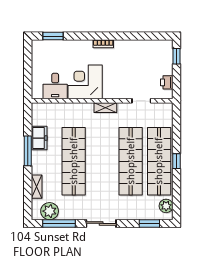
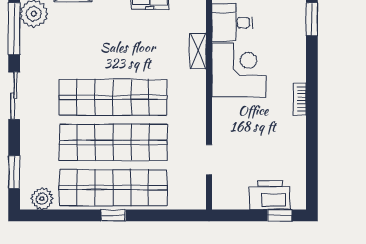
printer: (167, 82) -> (270, 195), moved, width x1.87, depth x1.48
shelving: (105, 108) -> (198, 51), moved
shop shelf: (74, 161) -> (113, 97), moved

